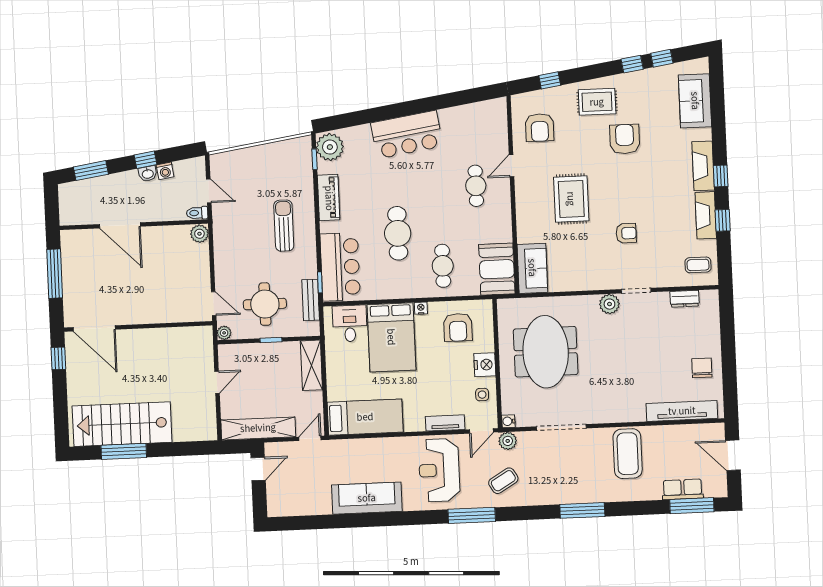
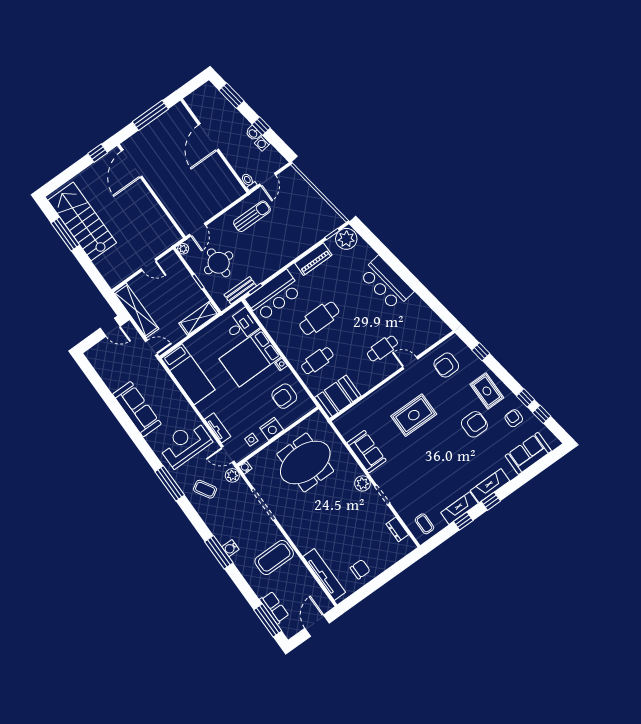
sun lounger: (284, 226) -> (252, 216), moved
armchair: (626, 233) -> (514, 418), moved, turned 180
plant: (199, 234) -> (236, 192), removed
sofa: (532, 268) -> (367, 452), moved, turned -90
water cooler: (586, 495) -> (230, 548), added

